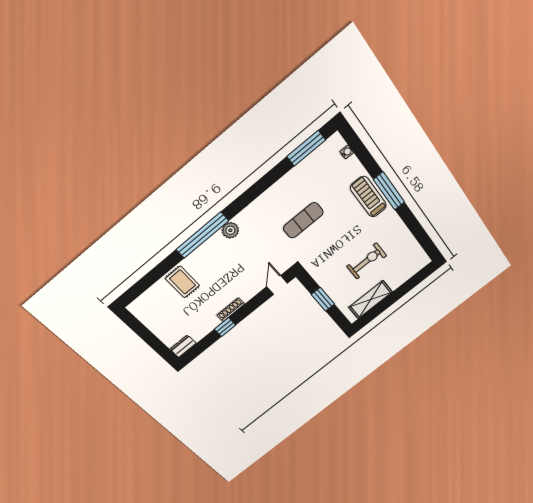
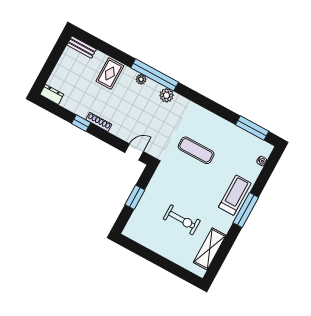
plant: (202, 251) -> (141, 79), added
shelving: (371, 300) -> (210, 249), moved, turned 90
bench: (142, 302) -> (82, 47), added

